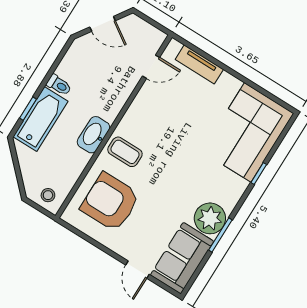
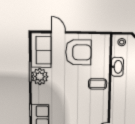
washbasin: (93, 135) -> (117, 67), moved
armchair: (110, 202) -> (78, 52), moved

